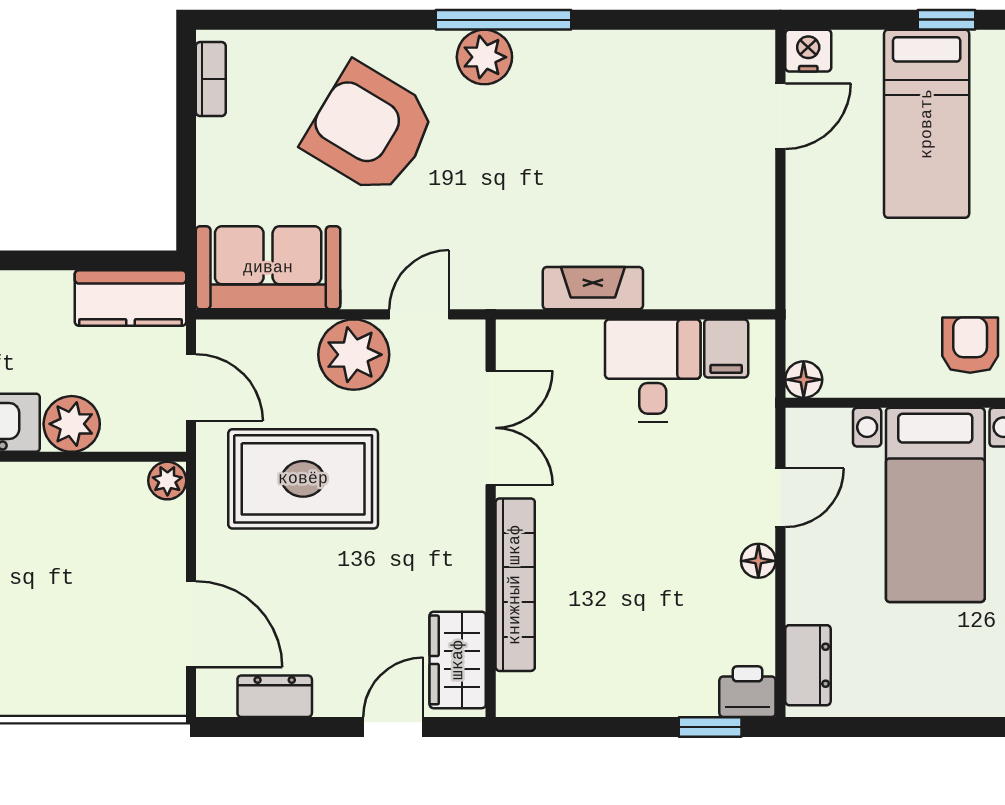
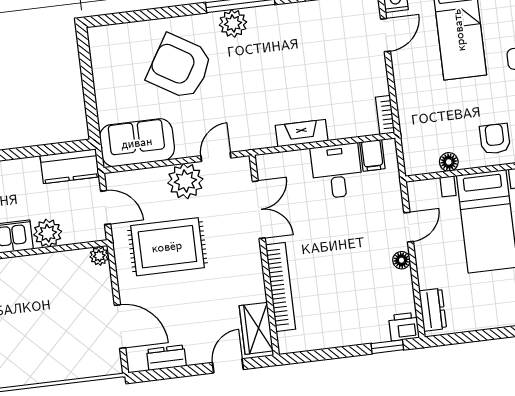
bookcase: (211, 79) -> (385, 115), moved, turned 180
floor lamp: (804, 380) -> (449, 162), moved

